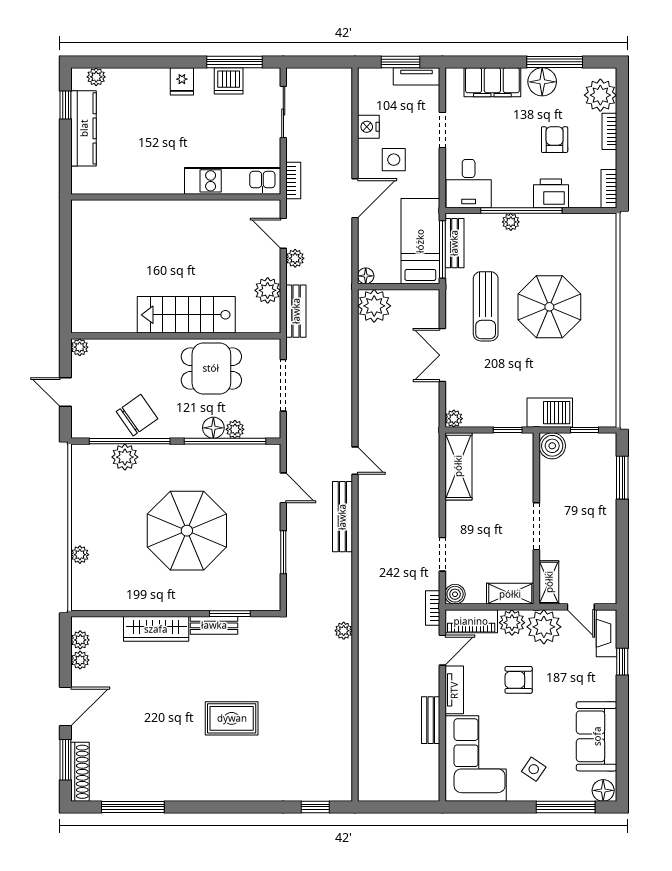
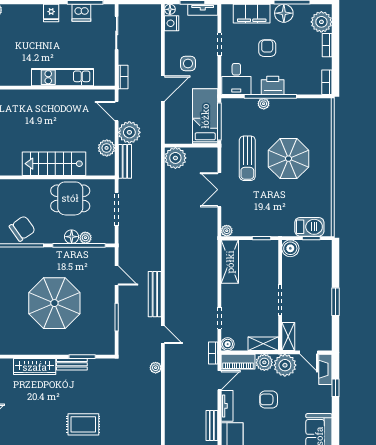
nightstand: (368, 127) -> (172, 23), moved
armchair: (555, 140) -> (267, 48), moved
kitchen unit: (233, 181) -> (62, 77), moved
printer: (551, 193) -> (273, 85), moved
bench: (454, 243) -> (227, 117), removed
plant: (295, 258) -> (129, 132), width x1.87, depth x1.87
floor lamp: (366, 276) -> (170, 9), moved
barbecue: (550, 413) -> (309, 227), moved
plant: (125, 457) -> (14, 256), removed
door: (355, 461) -> (163, 335), moved
window: (622, 478) -> (335, 302), moved

